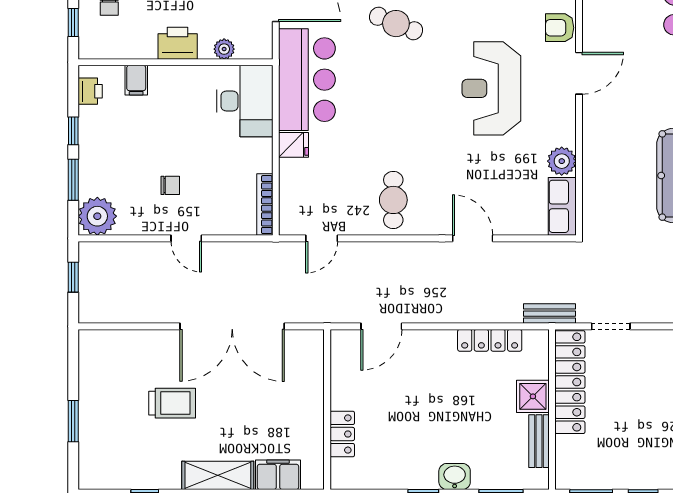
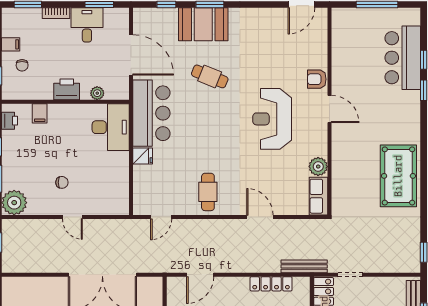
door: (579, 73) -> (329, 109), hinge flipped
bookcase: (265, 205) -> (124, 195), removed
bench: (549, 314) -> (304, 266), width x1.36

